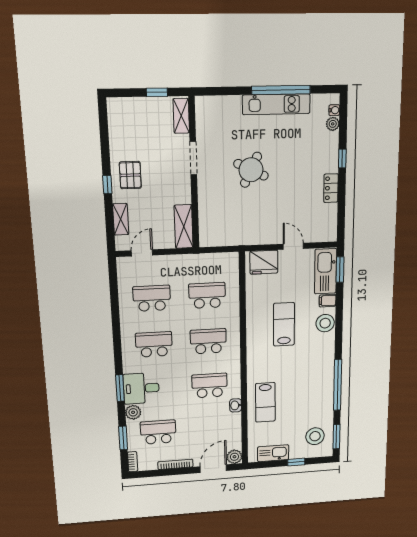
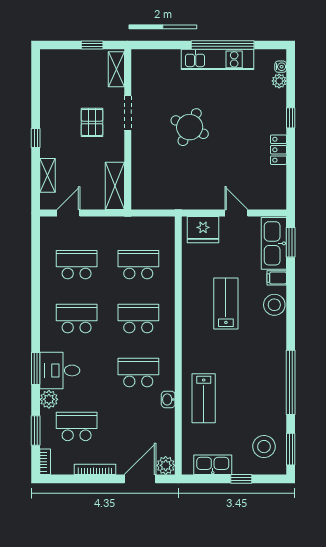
pallet: (130, 175) -> (92, 122), moved

